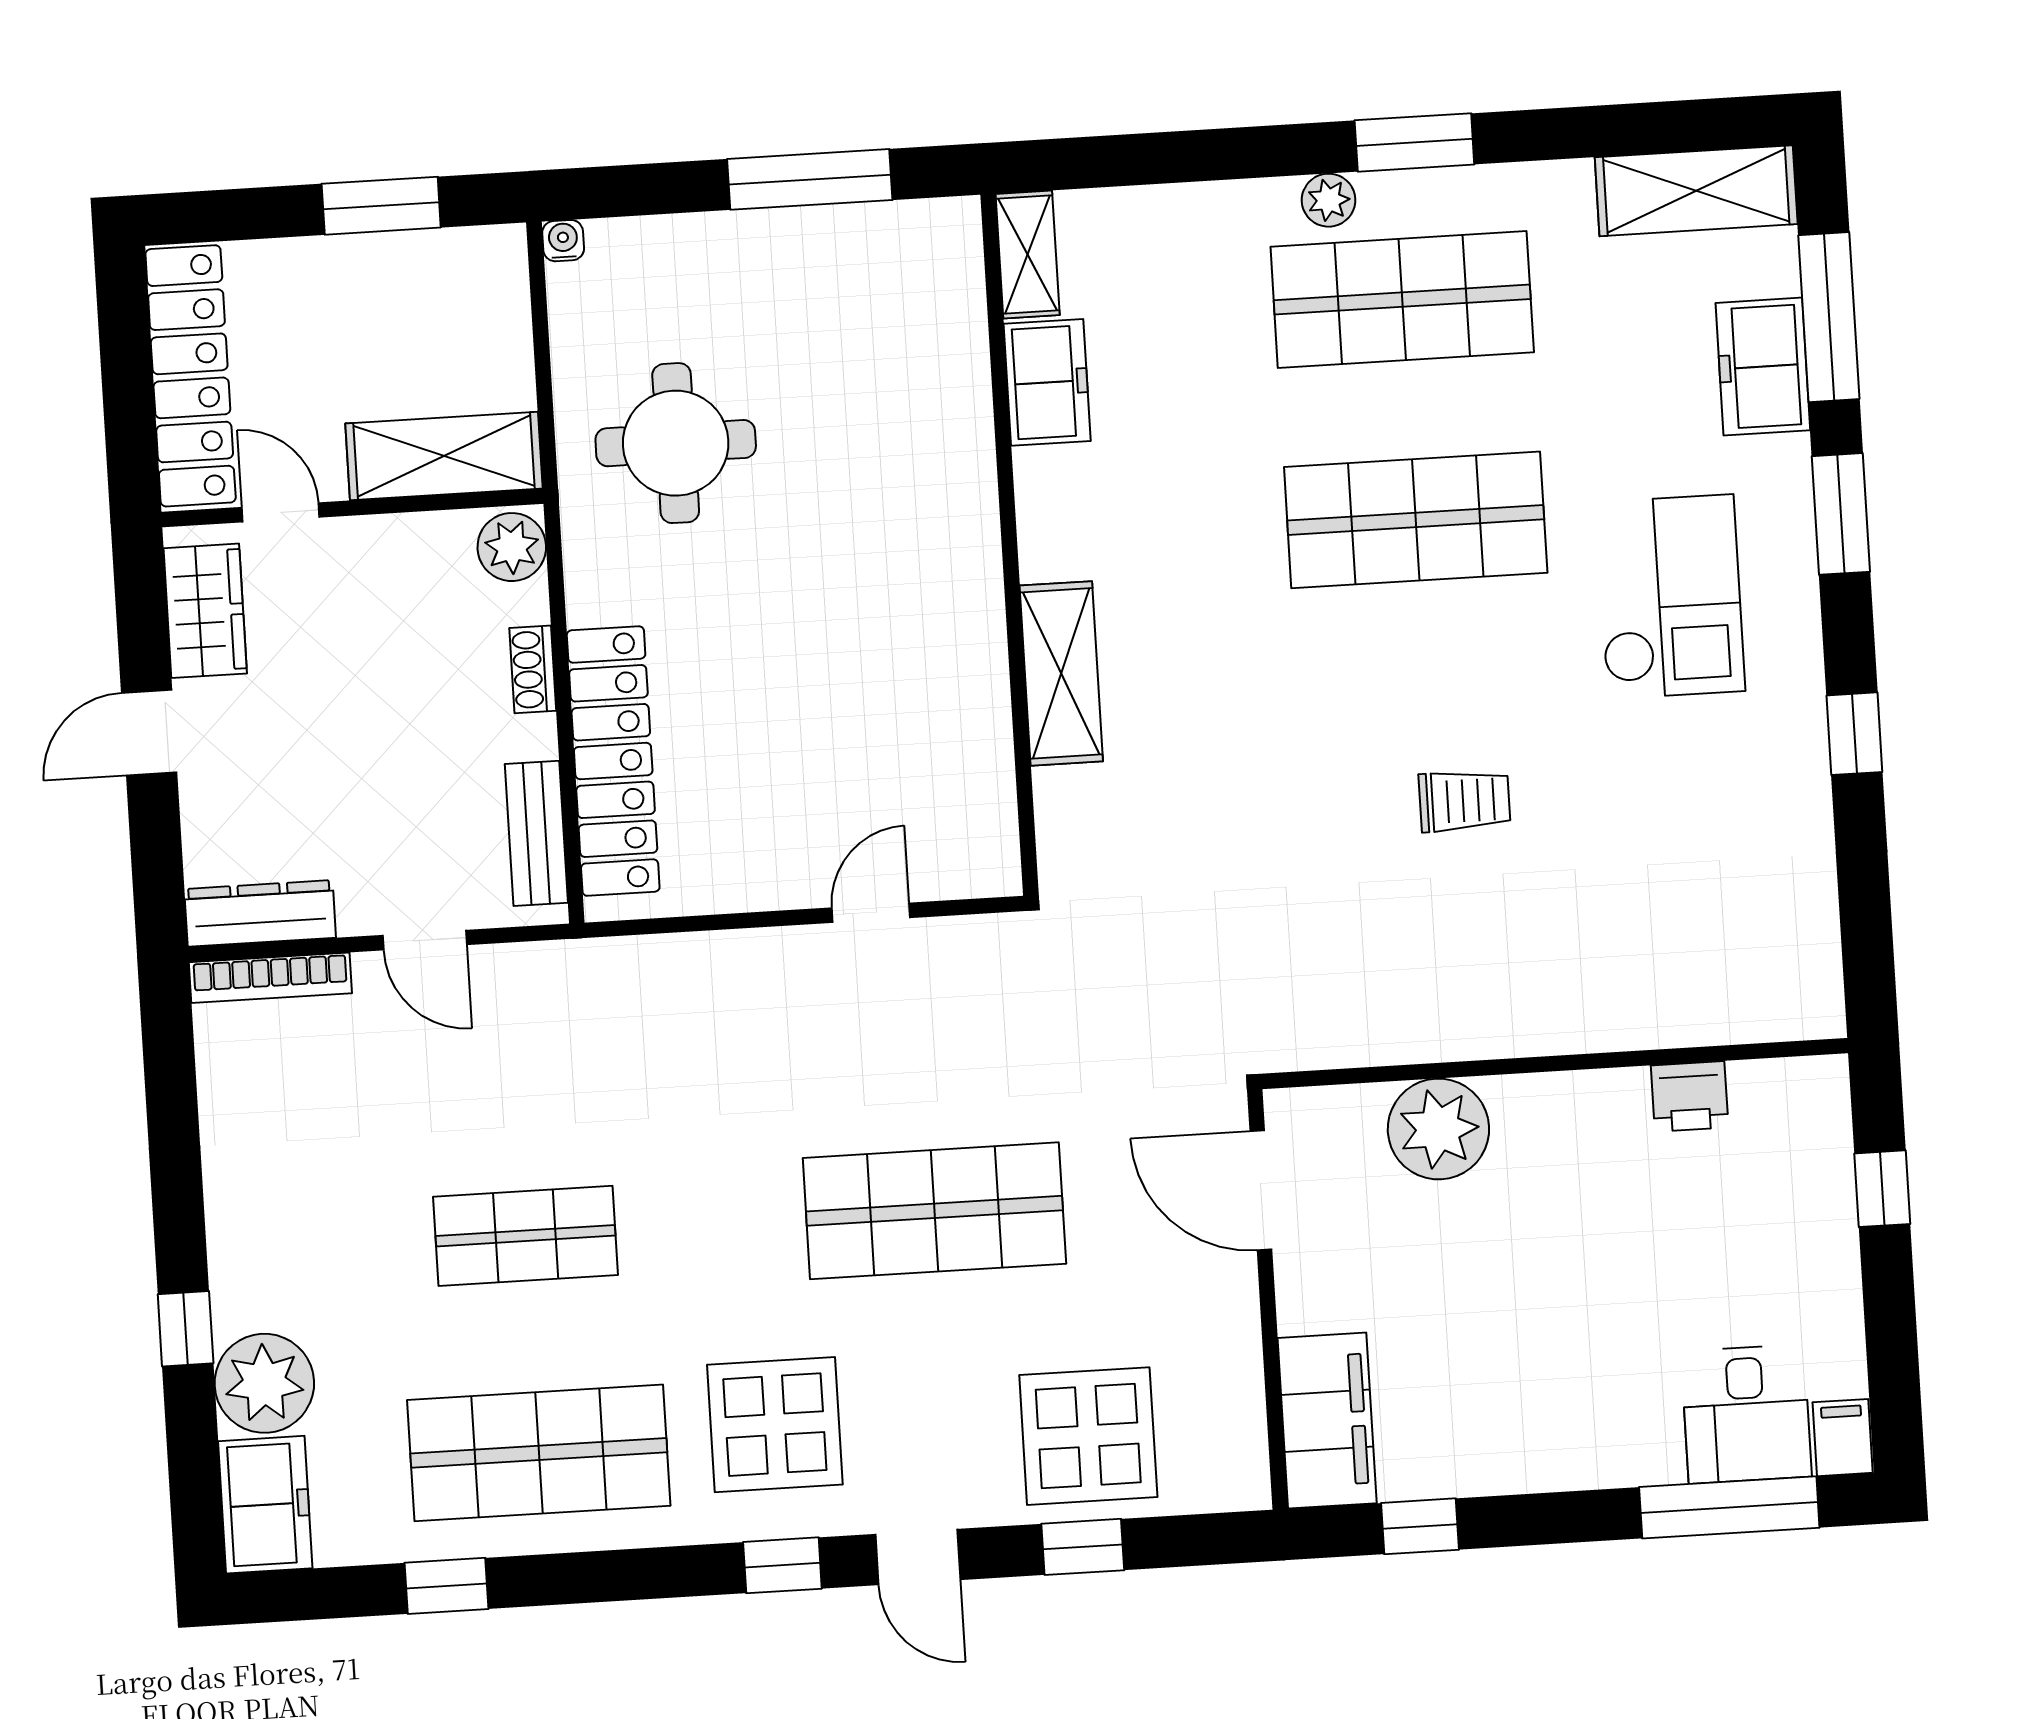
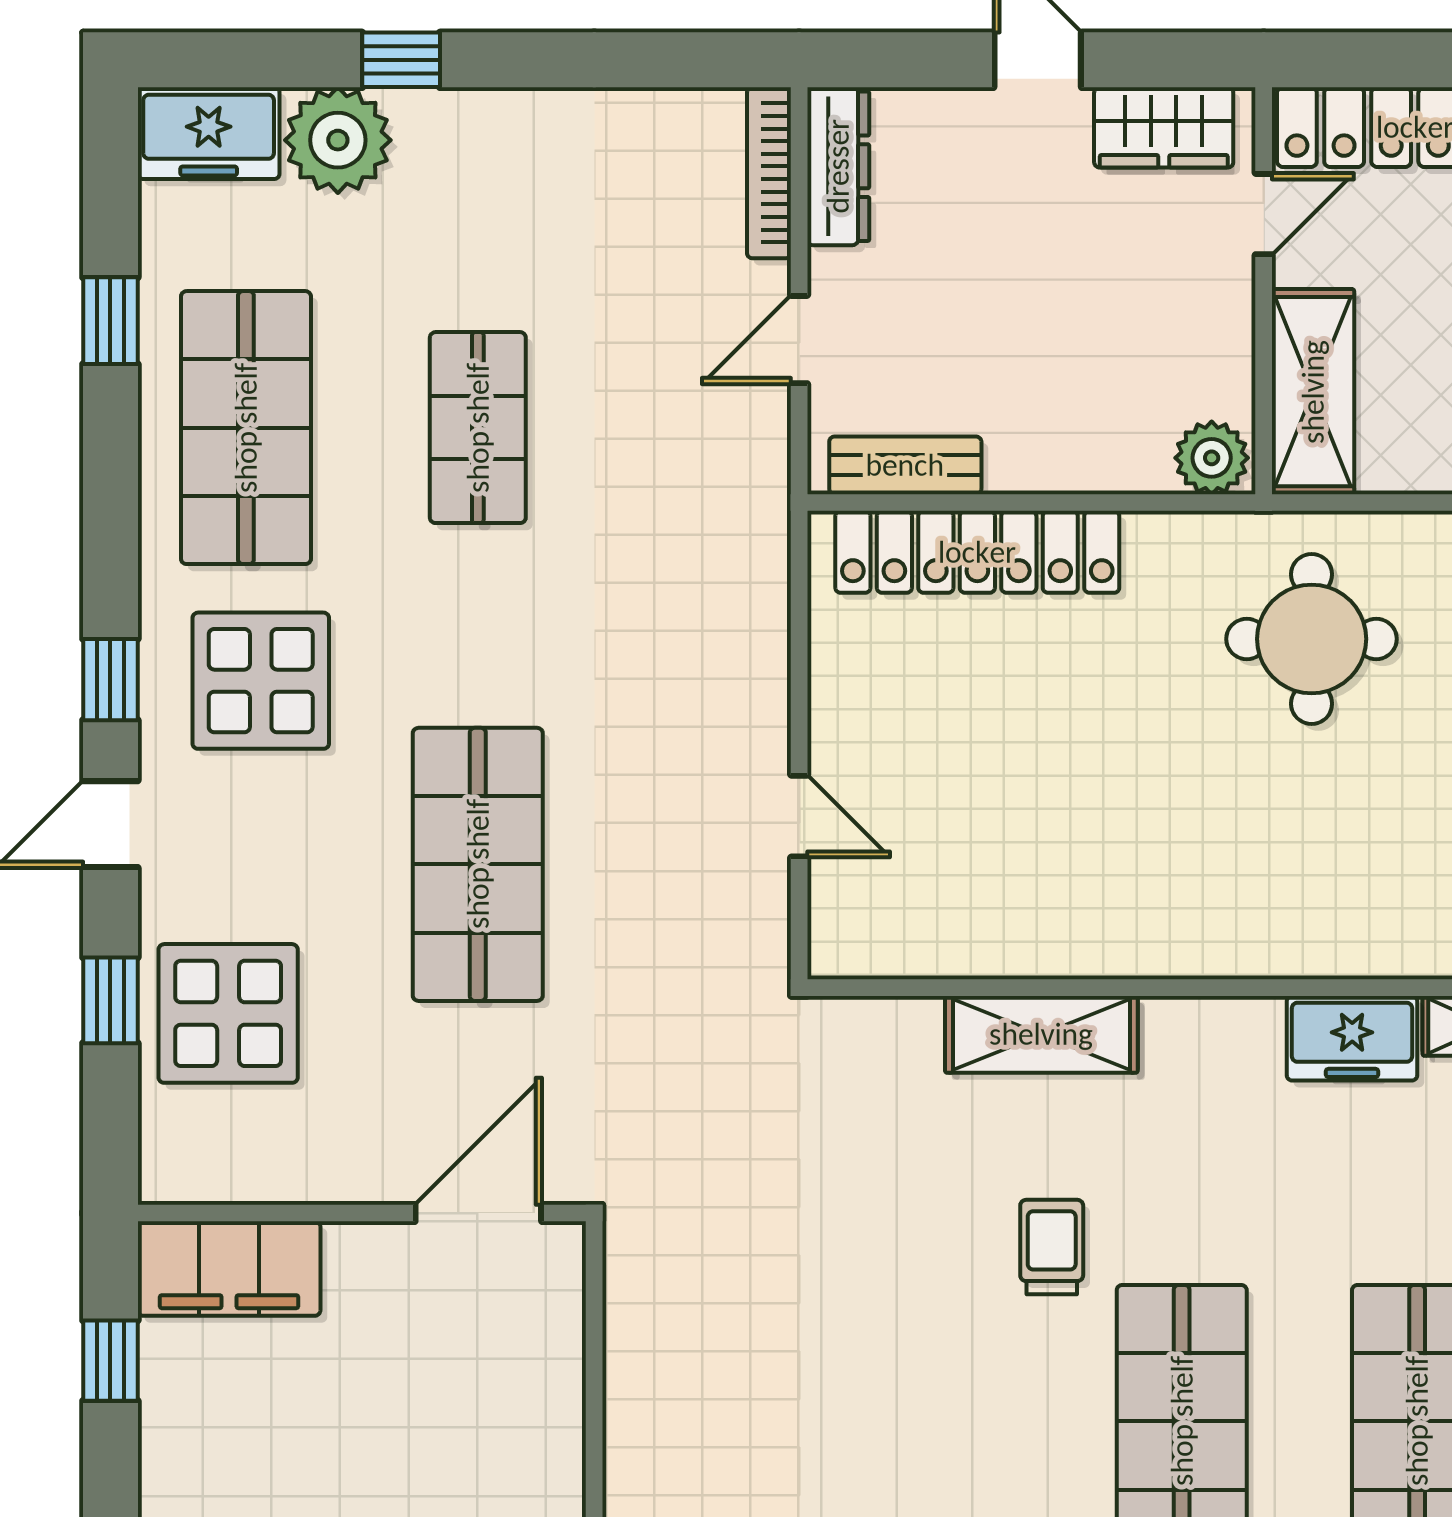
shoe rack: (533, 669) -> (1080, 472), removed
trolley: (1465, 801) -> (1052, 1247), moved, turned 180
plant: (1438, 1129) -> (532, 1406), removed

